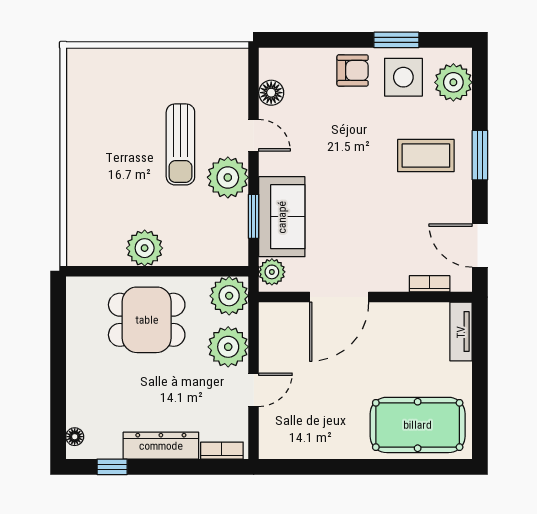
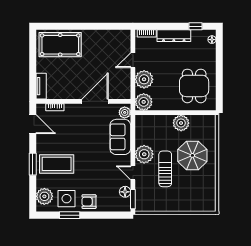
coffee table: (426, 156) -> (57, 164), width x1.36, depth x1.32
parasol: (119, 175) -> (192, 155), added
window: (254, 216) -> (133, 199), moved
dining table: (147, 320) -> (194, 86), moved, turned 90

